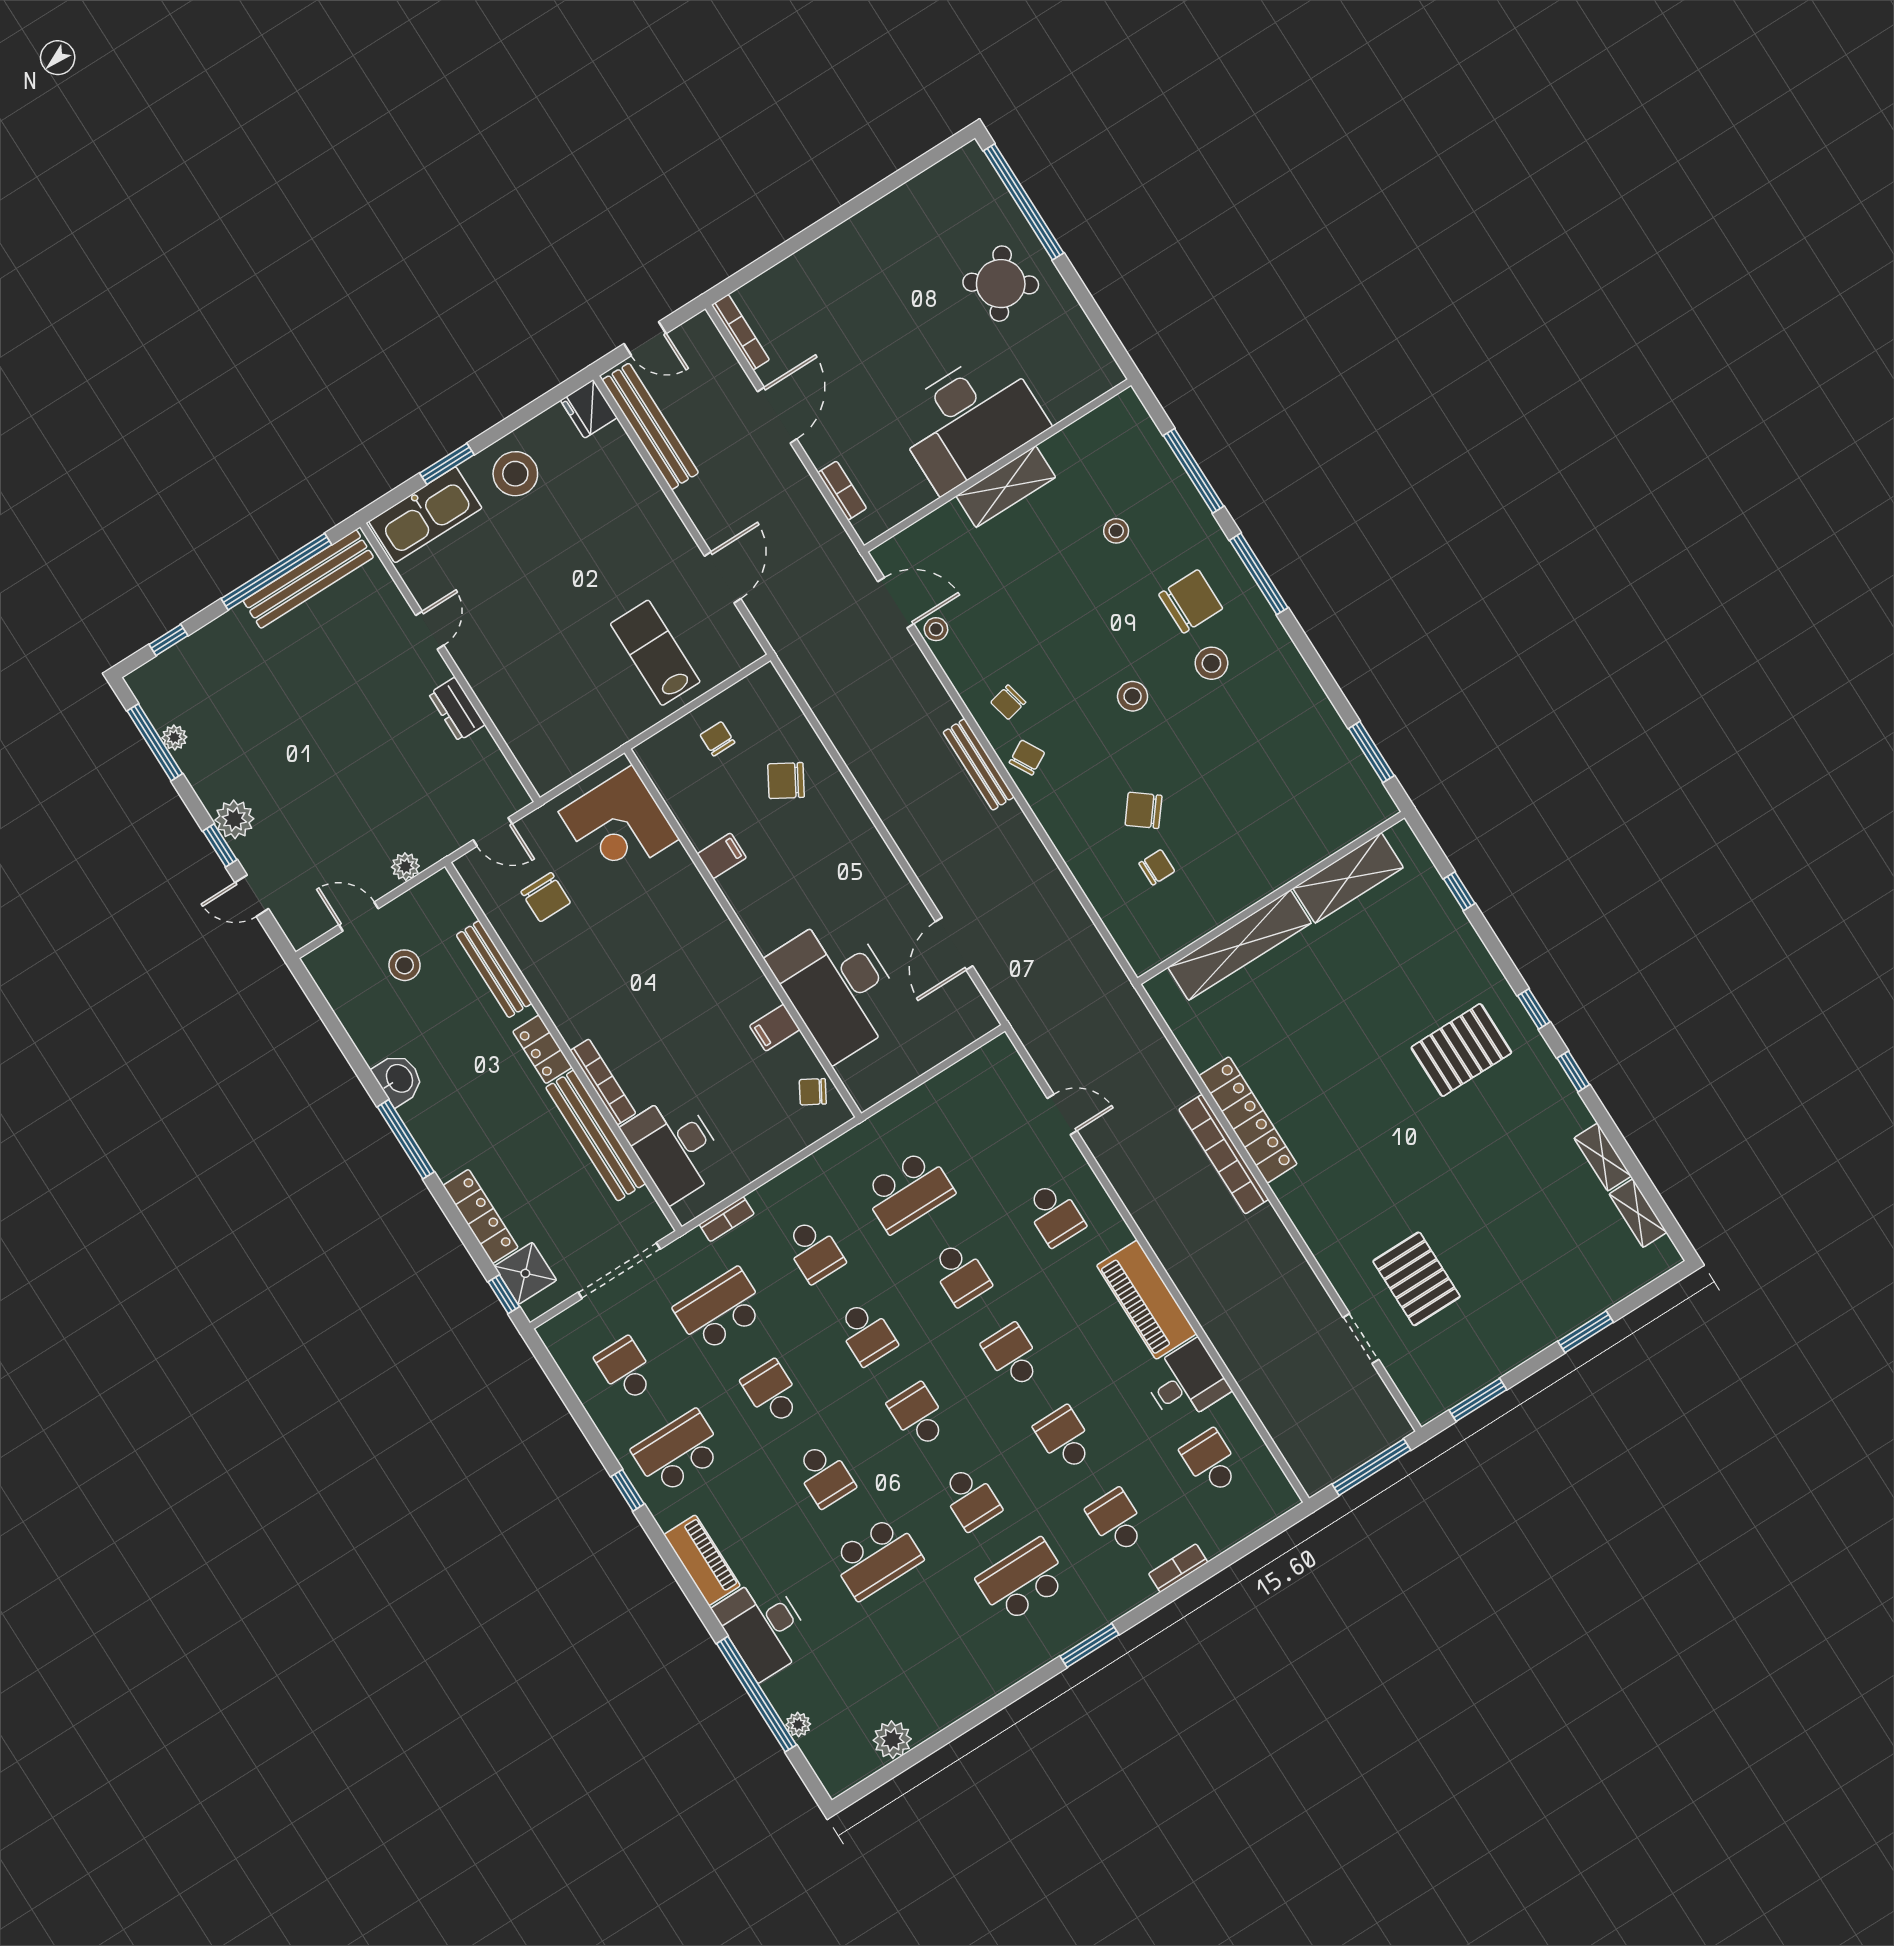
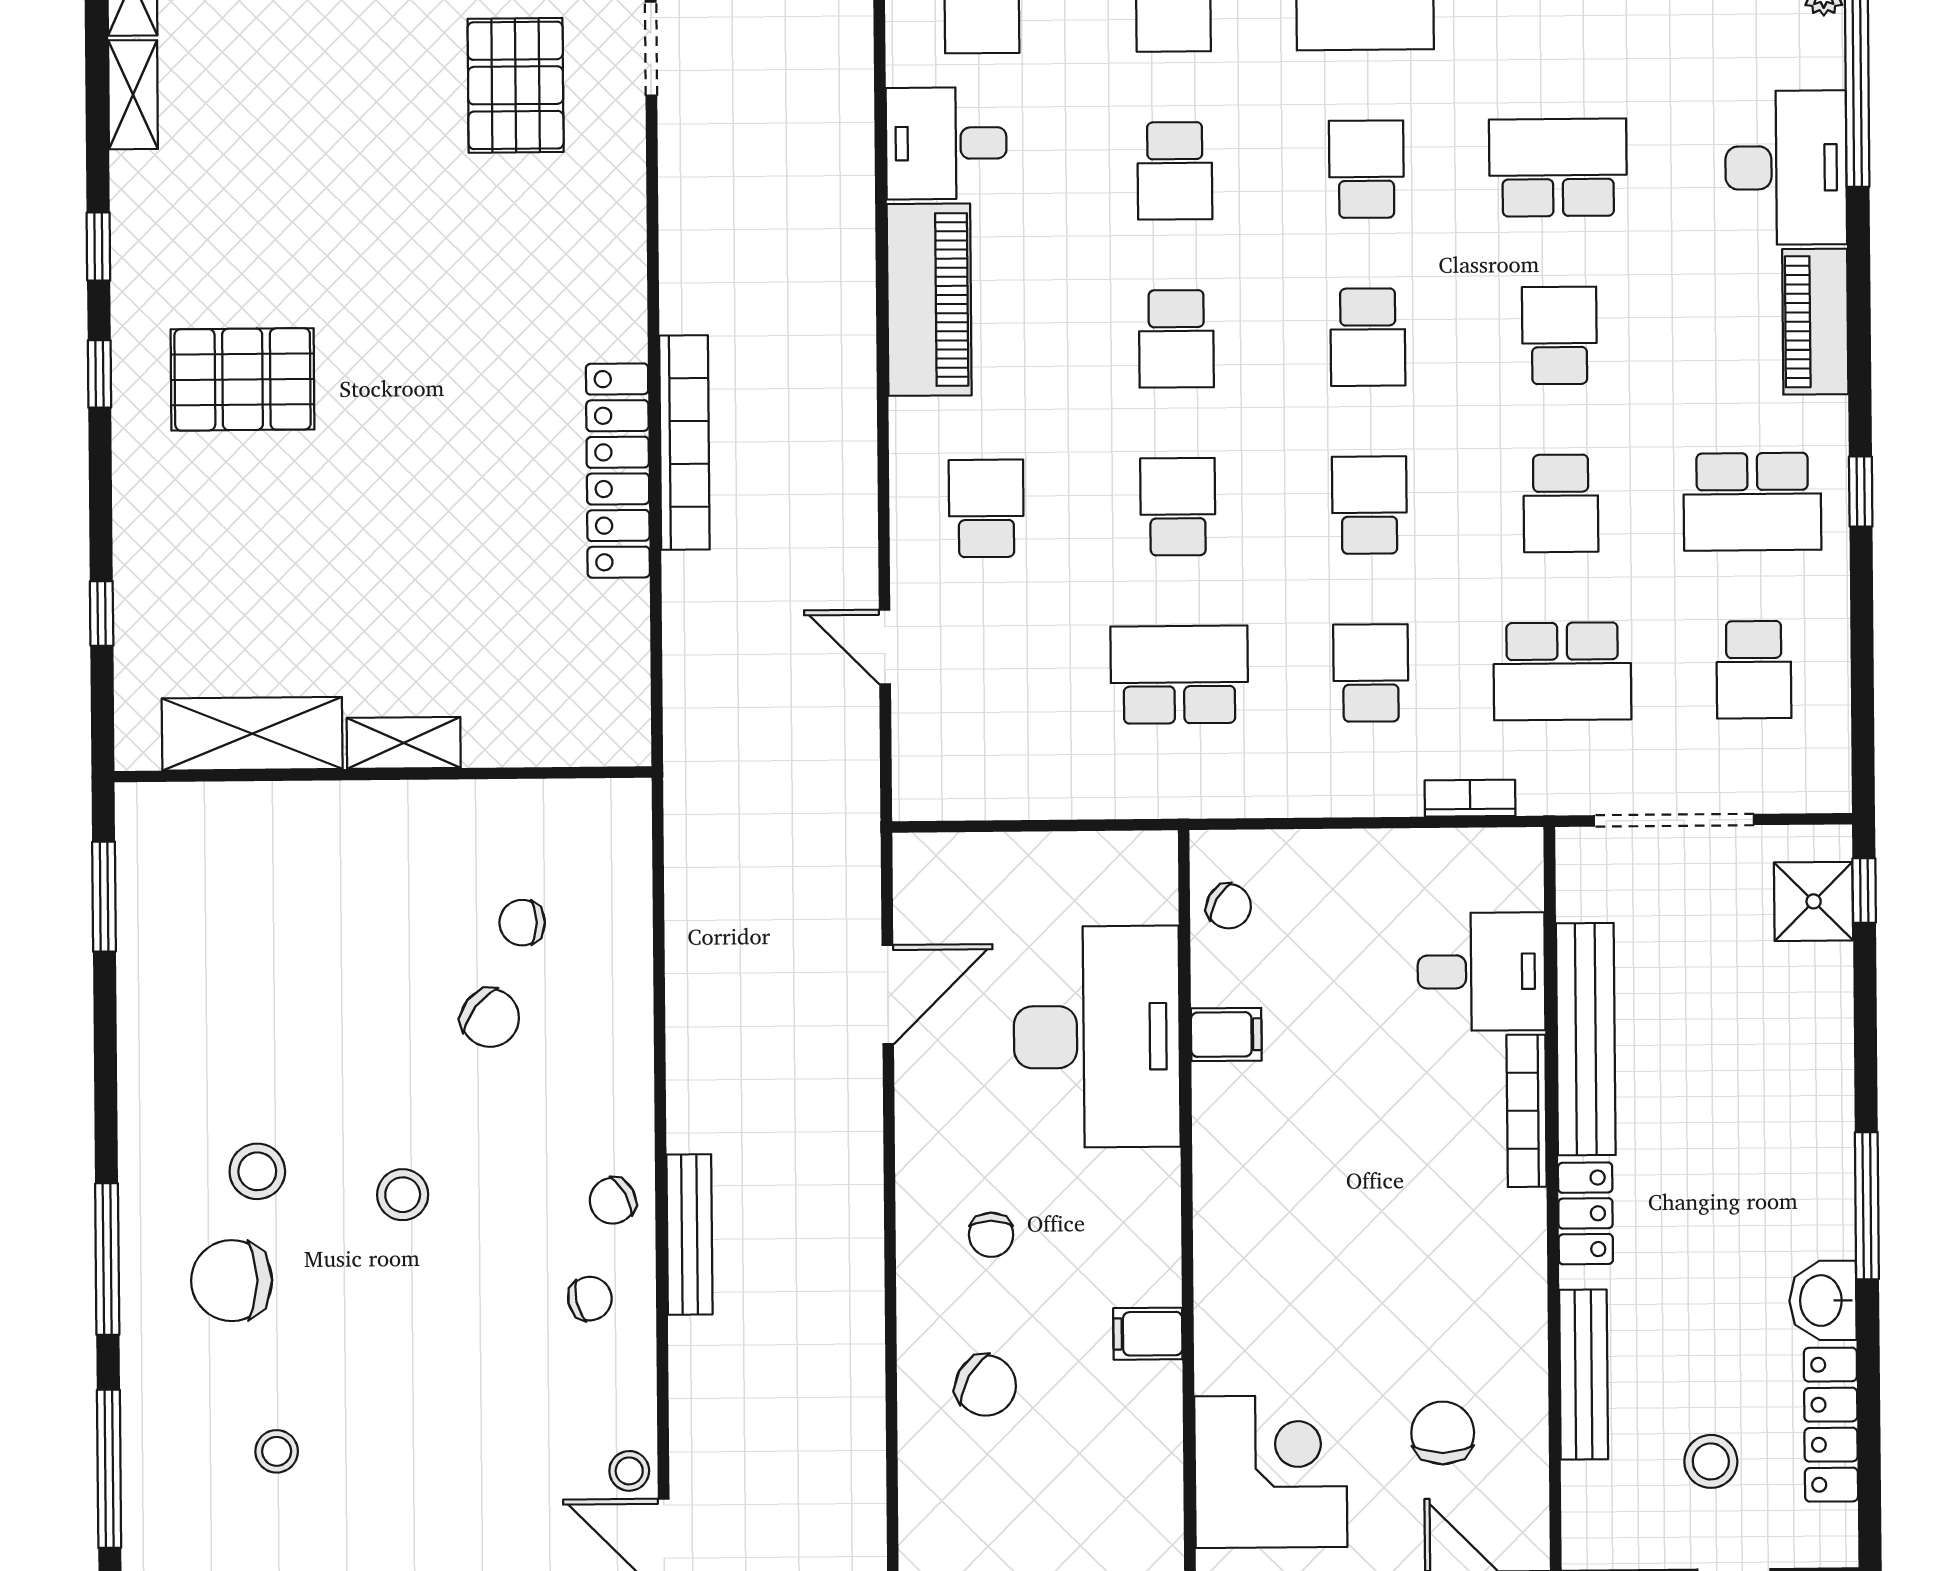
chair: (717, 739) -> (991, 1235), moved
shelving: (1240, 945) -> (404, 743), width x0.45, depth x0.75
desk: (675, 1148) -> (1481, 972), width x0.73
locker: (481, 1216) -> (1831, 1425), moved

